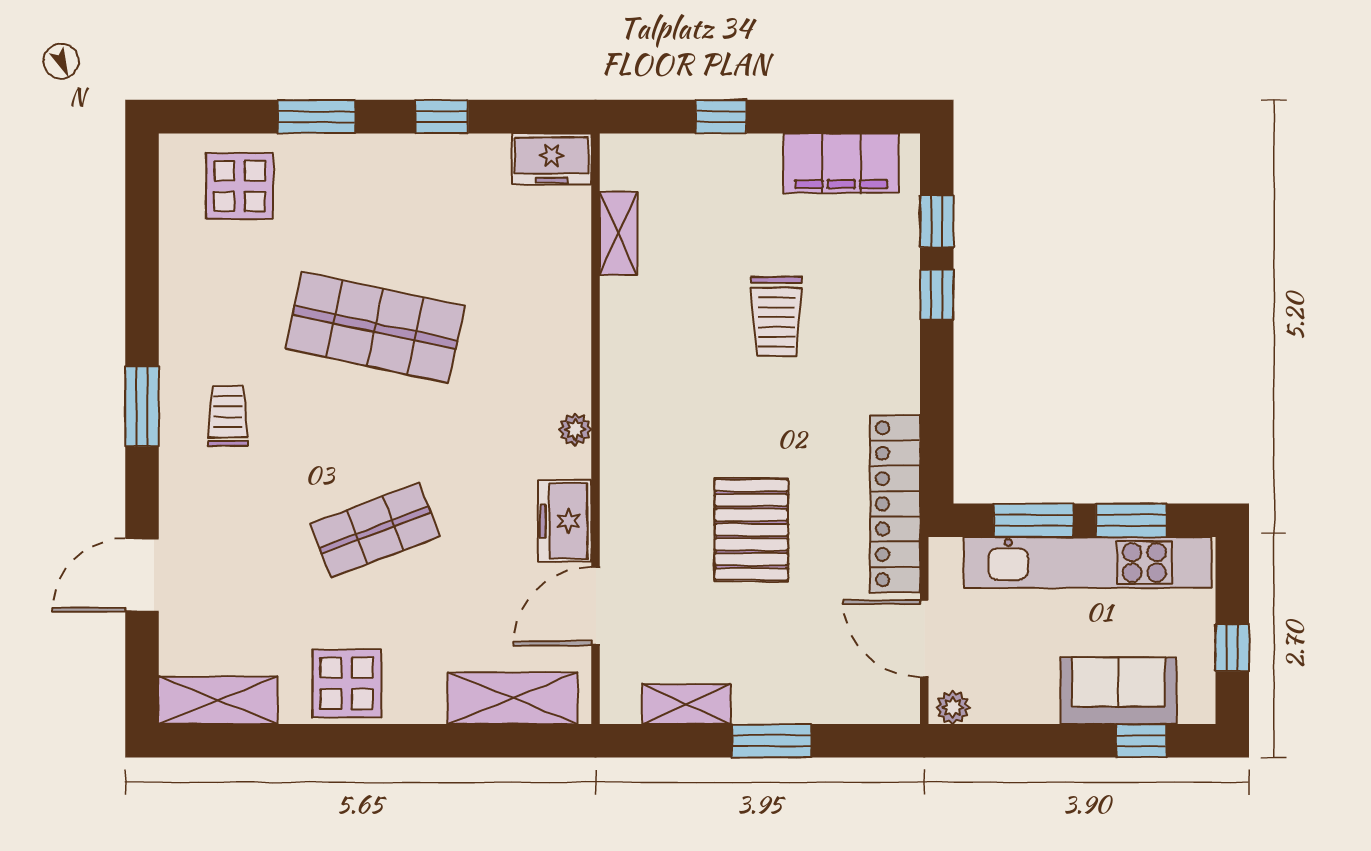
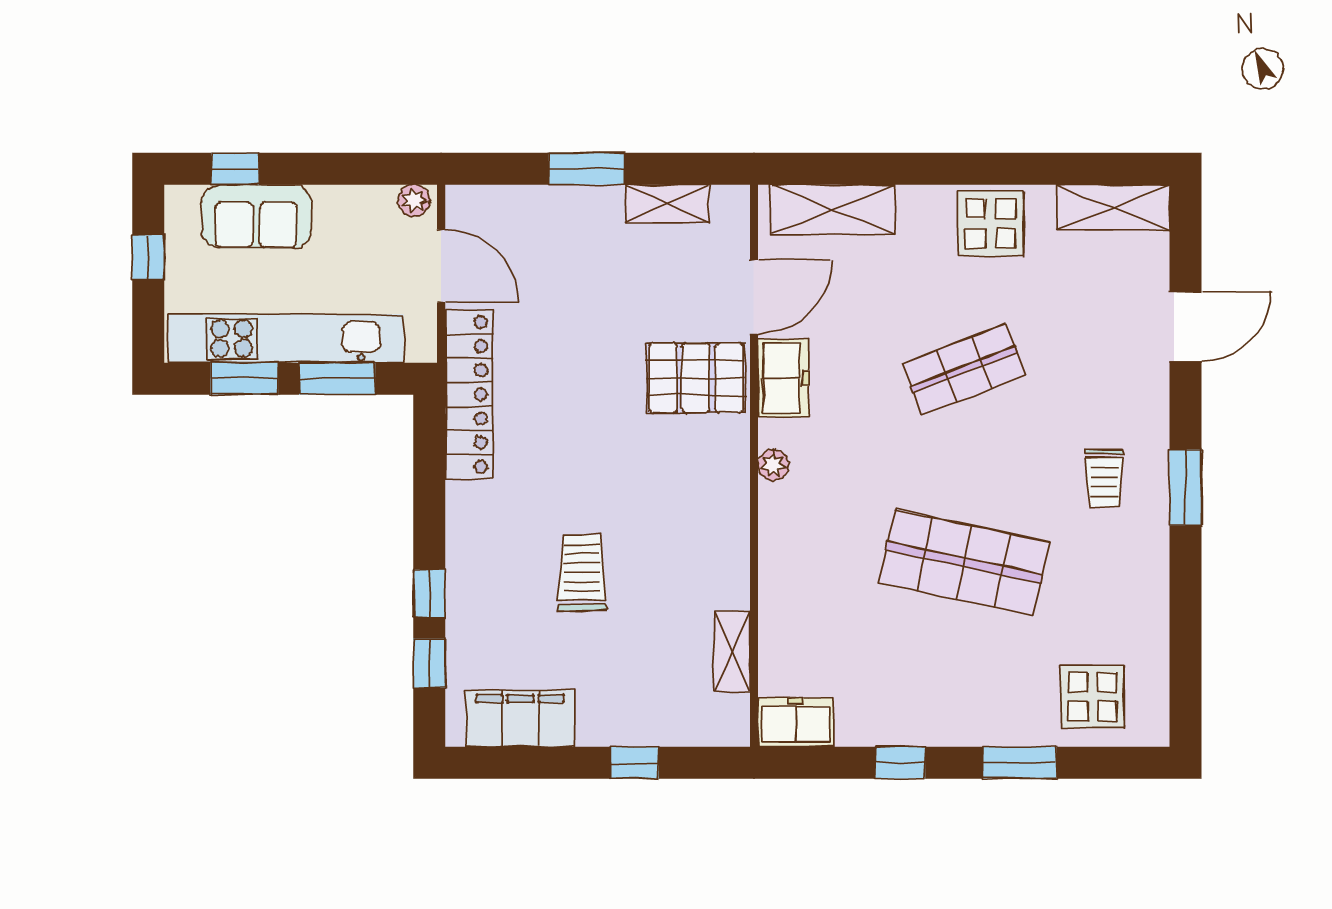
pallet: (751, 530) -> (696, 378), moved, turned 90

